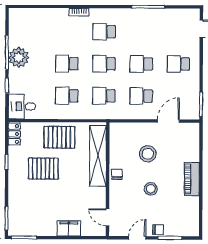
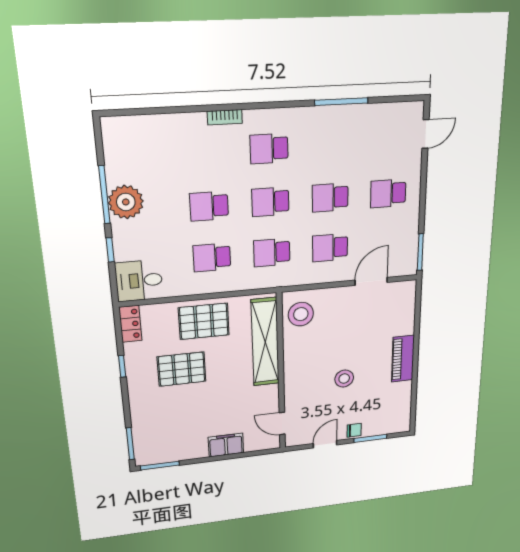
stool: (148, 154) -> (301, 314), moved
chair: (117, 174) -> (295, 364), removed

